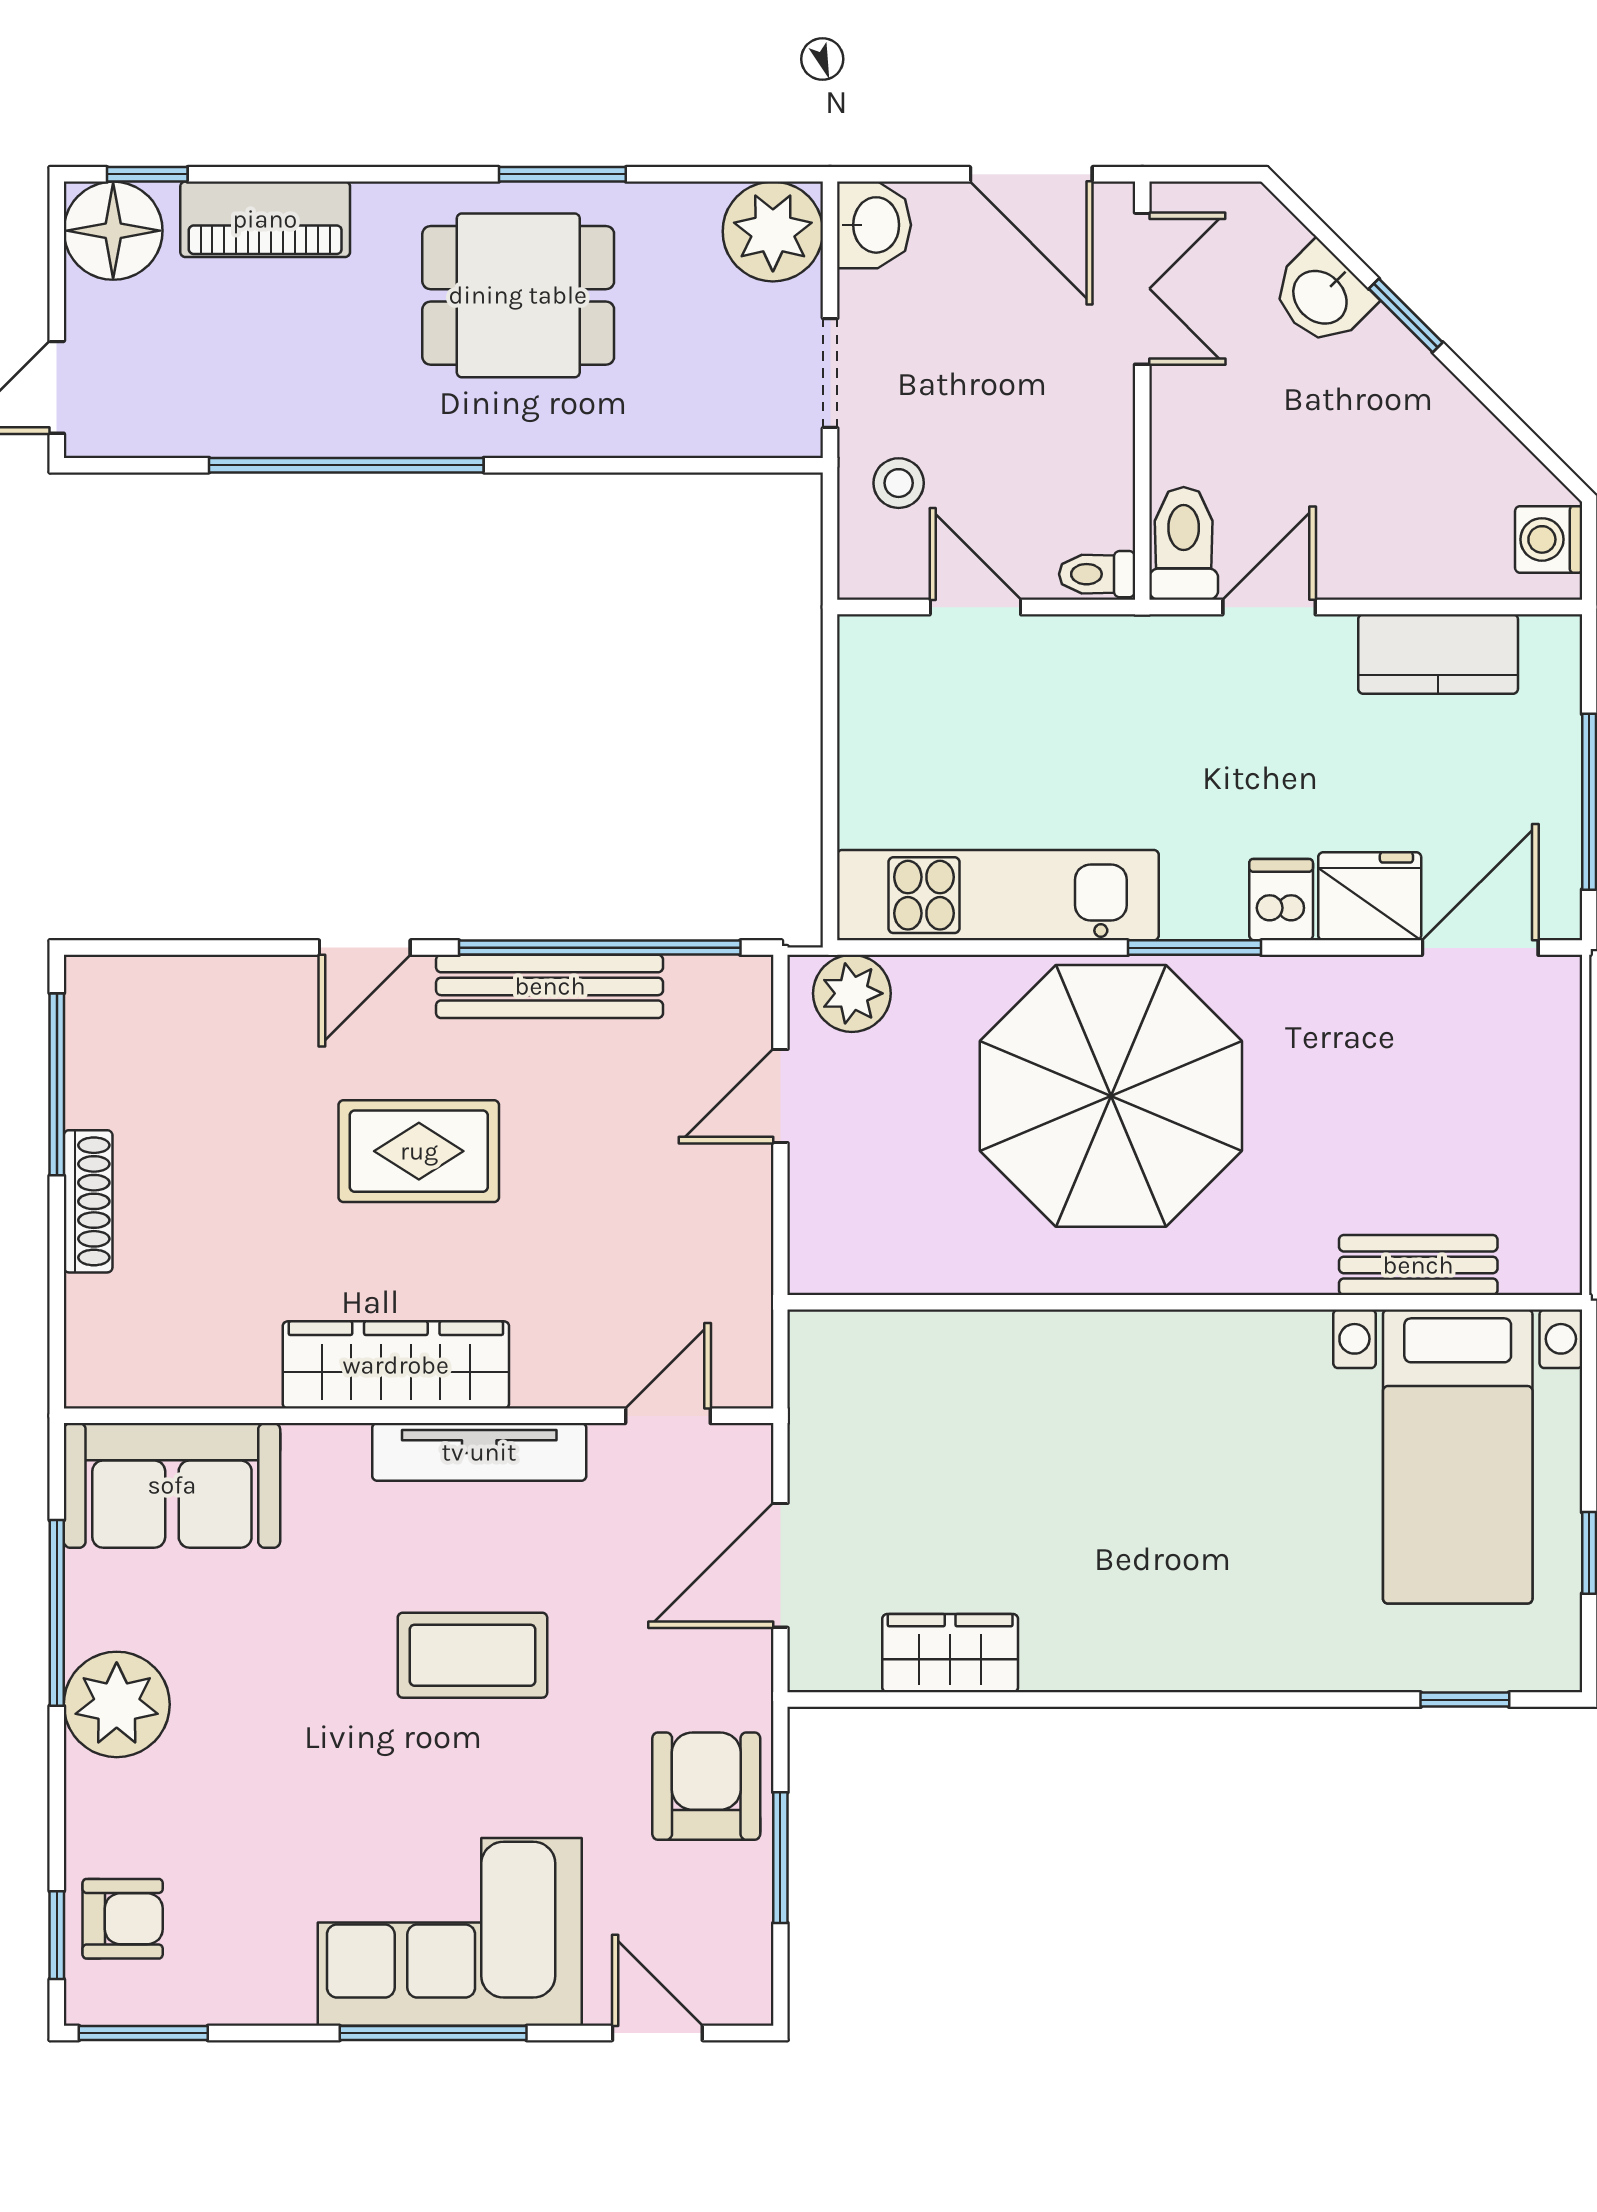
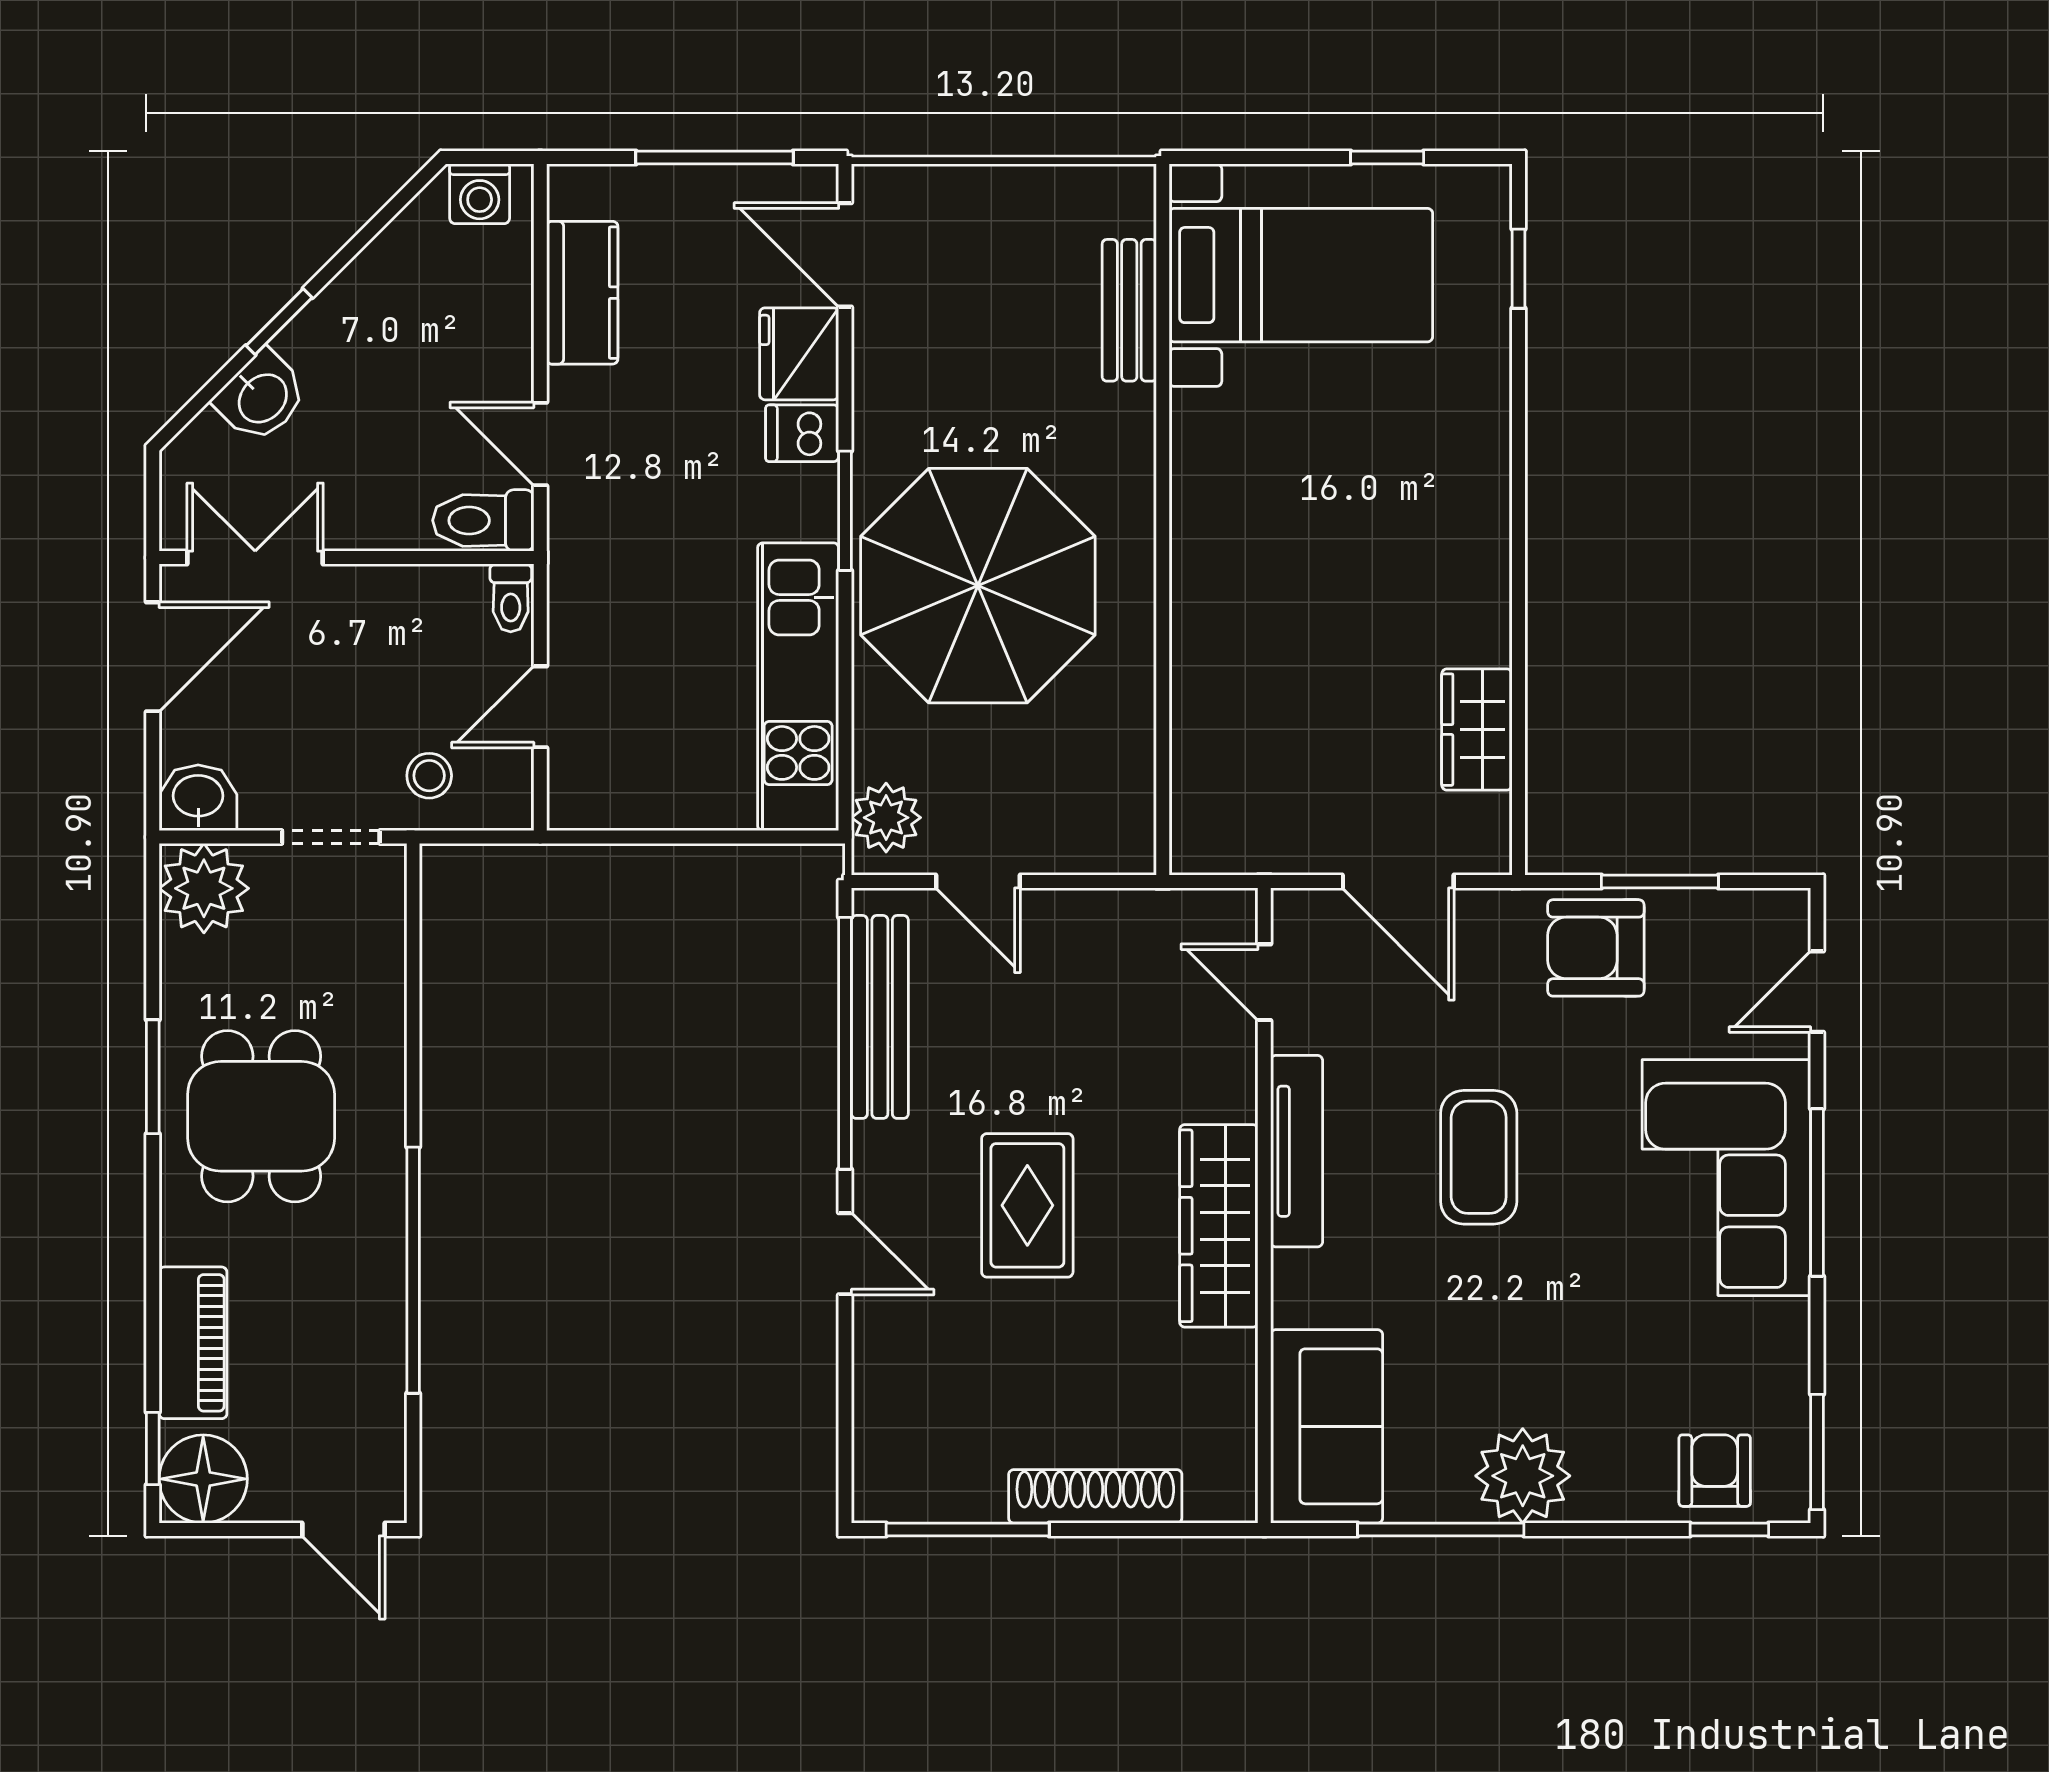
bench: (550, 986) -> (880, 1017), moved
shoe rack: (88, 1201) -> (1095, 1496), width x1.36, depth x1.24

